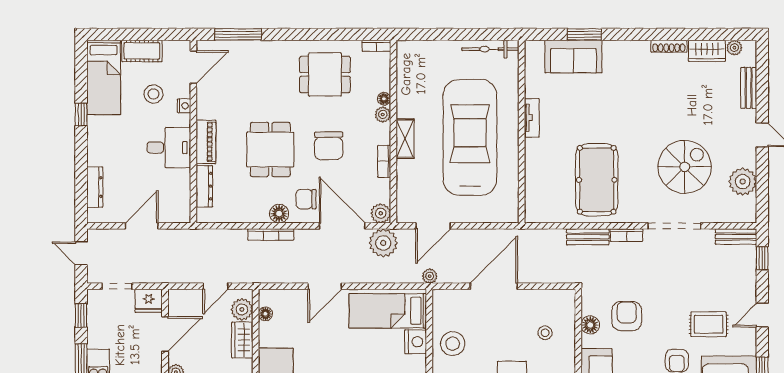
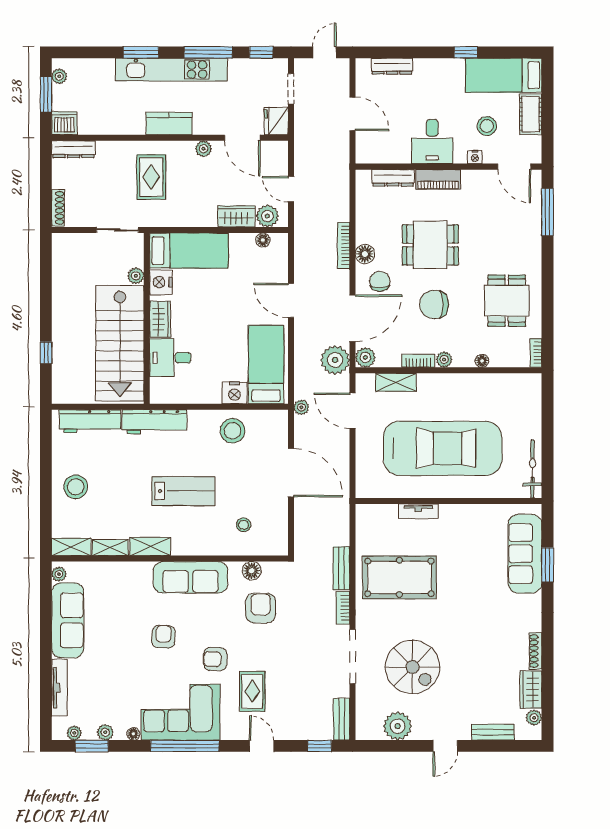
sofa: (573, 57) -> (525, 554), width x1.36
plant: (383, 115) -> (444, 359), moved
tv unit: (532, 118) -> (418, 511), moved
shelving: (405, 139) -> (396, 382), moved
armchair: (627, 316) -> (261, 608), turned -90

